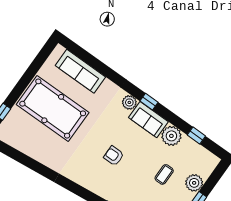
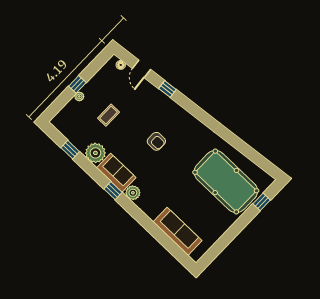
pool table: (53, 109) -> (226, 182), moved
plant: (194, 183) -> (79, 96), width x0.53, depth x0.53

